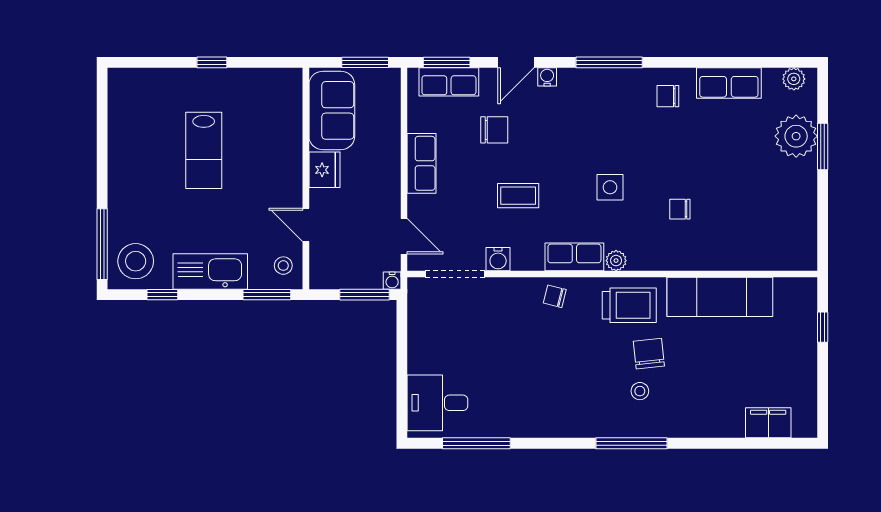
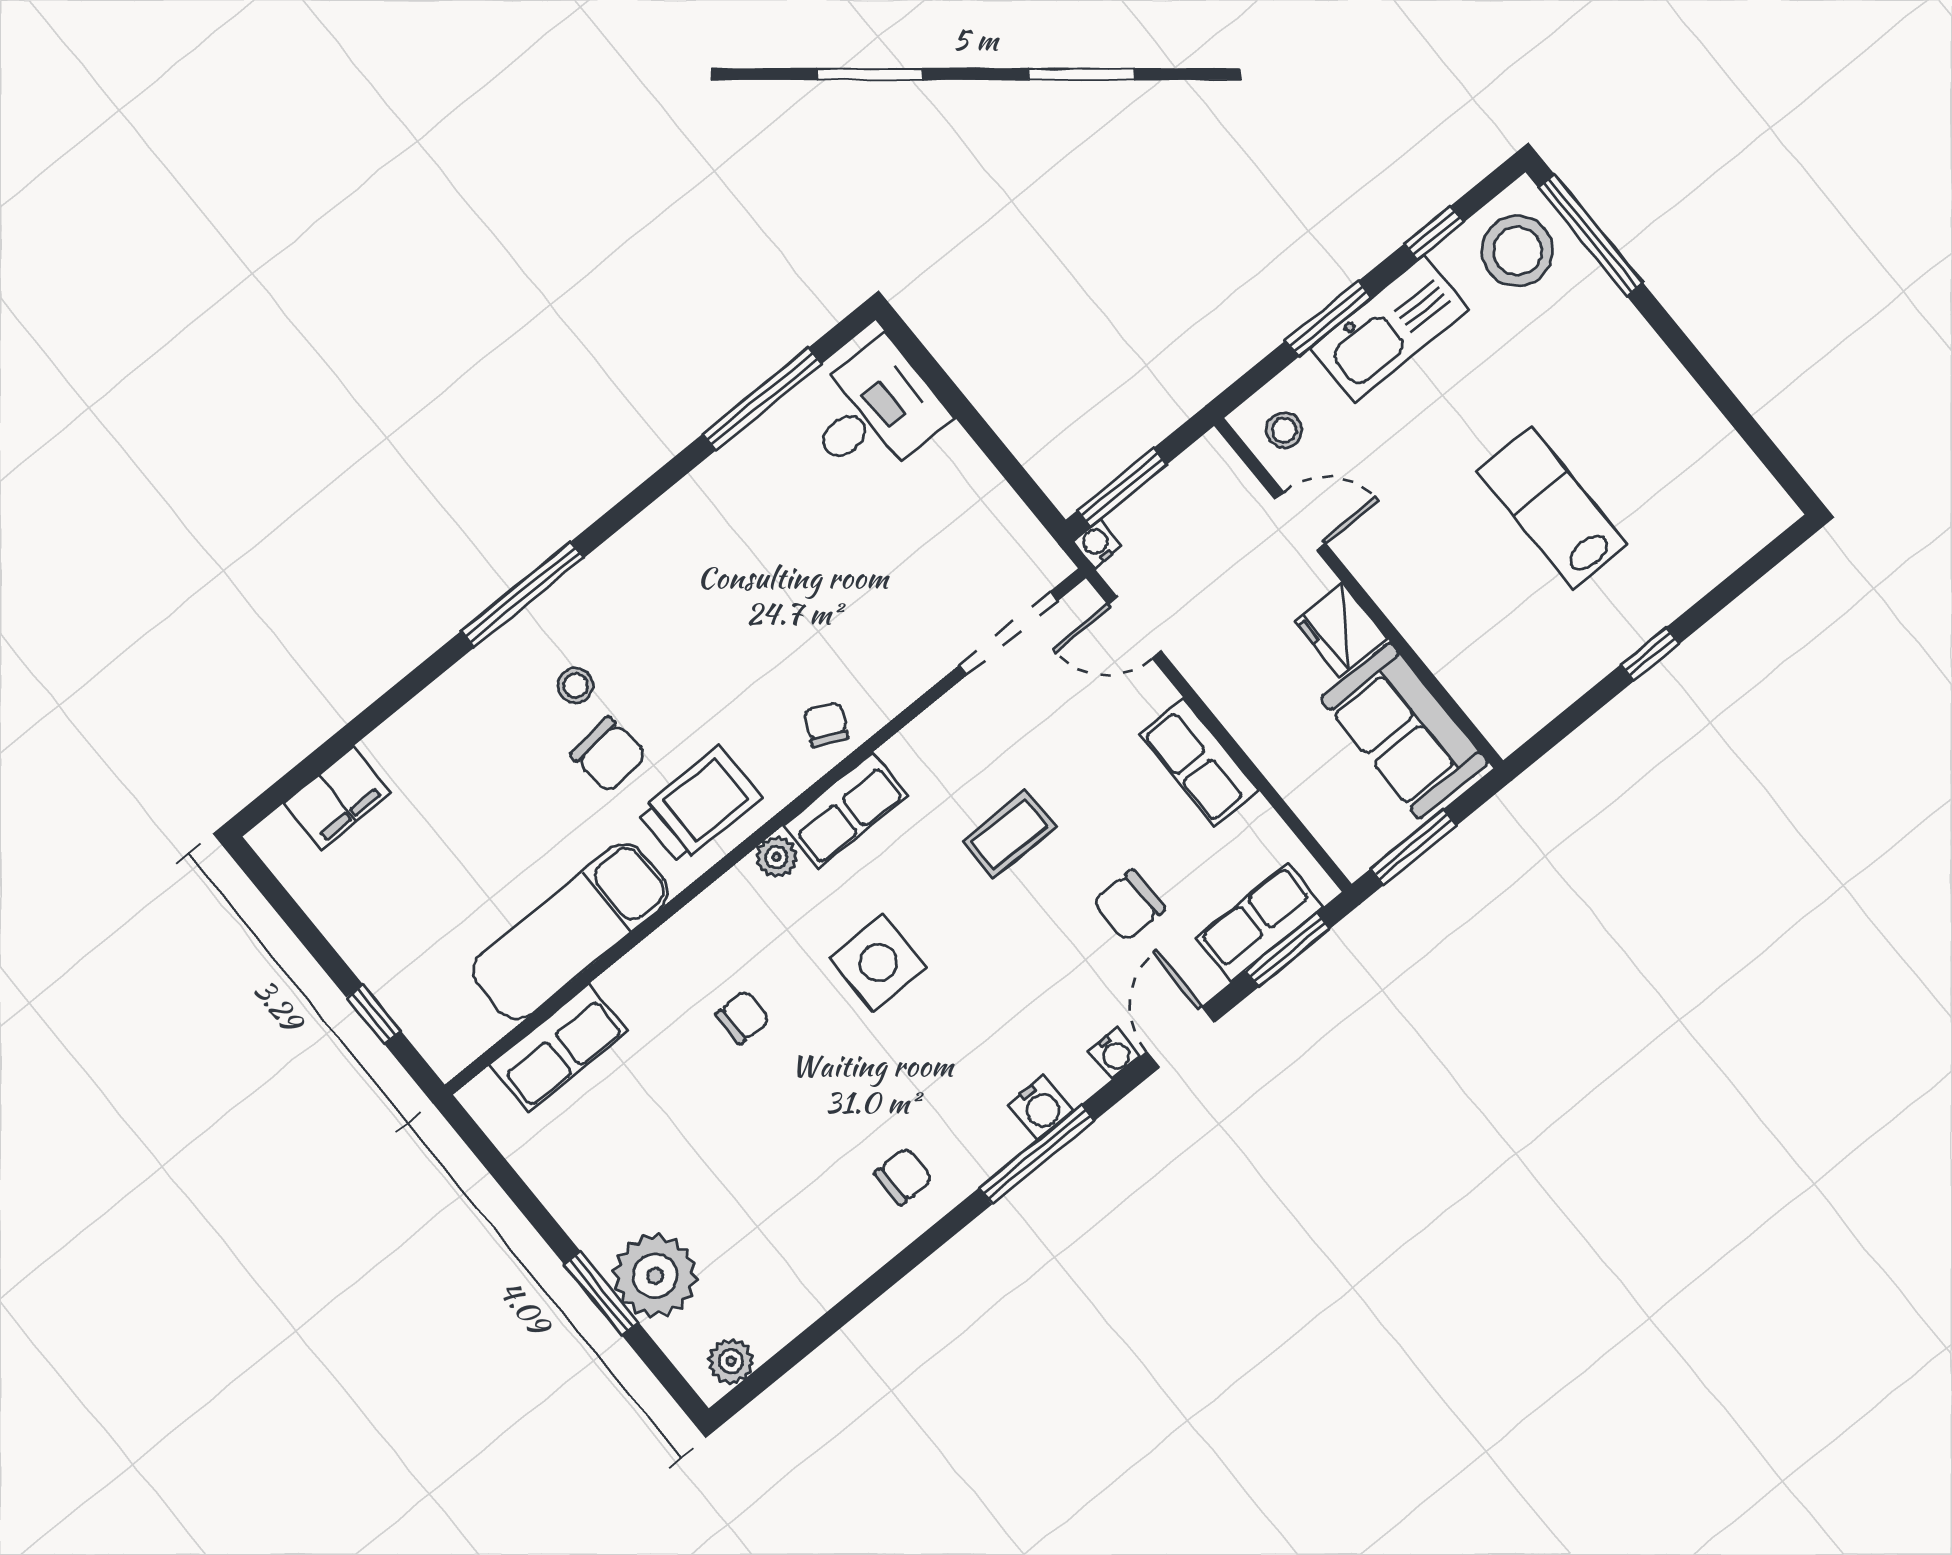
row of seats: (729, 83) -> (559, 1048), moved, turned 180
side table: (610, 187) -> (878, 963), width x1.37, depth x1.37
water cooler: (498, 259) -> (1040, 1107), moved, turned 180
window: (267, 295) -> (1329, 319), moved
chair: (555, 296) -> (826, 725), turned -78
trolley: (629, 305) -> (700, 805), turned 180

